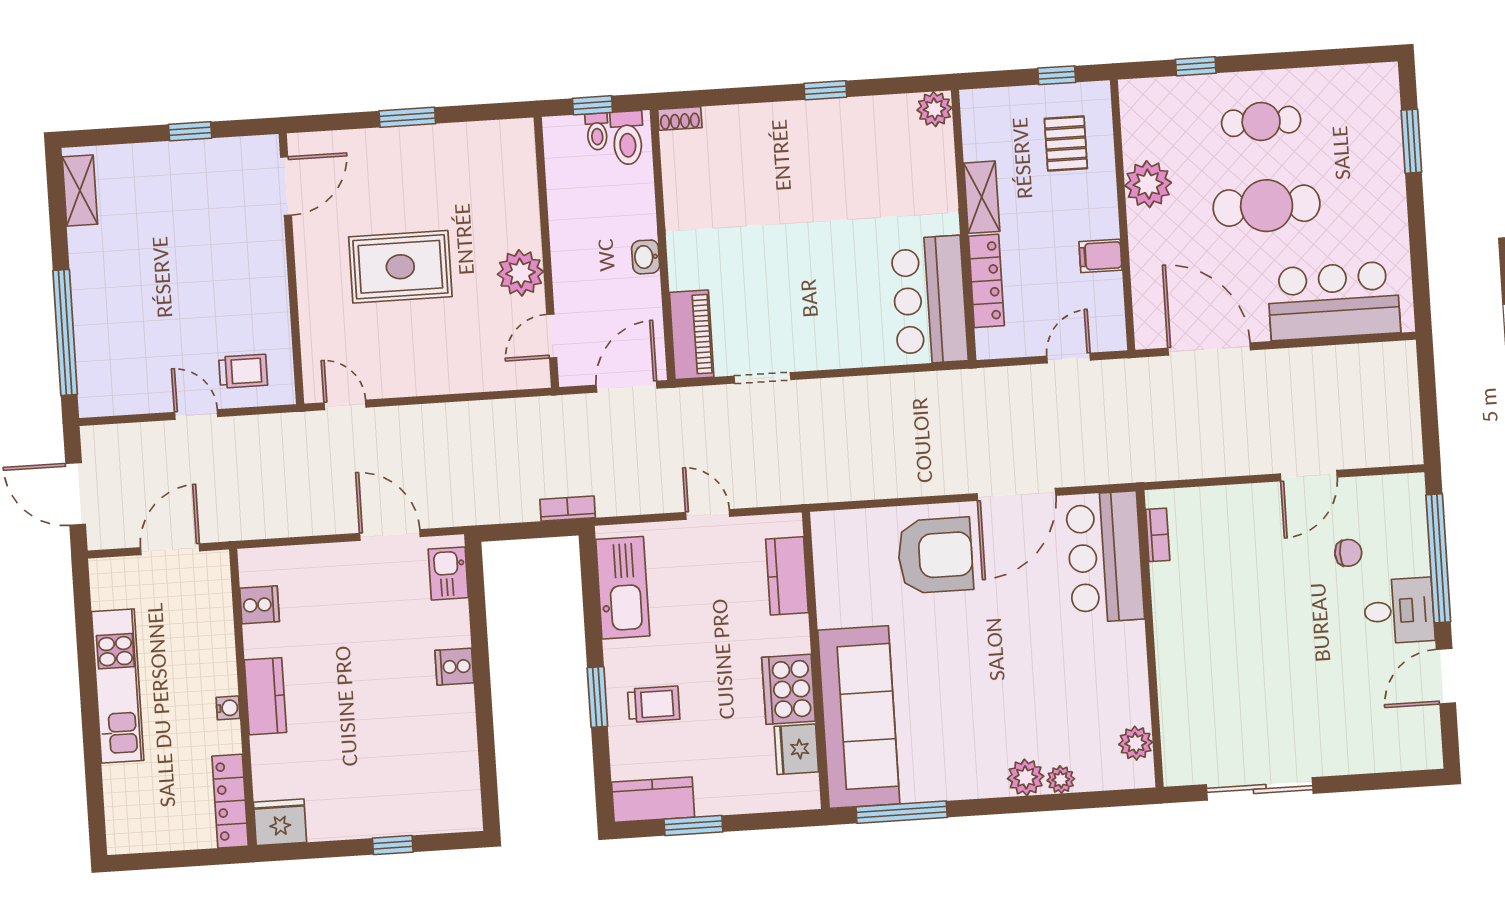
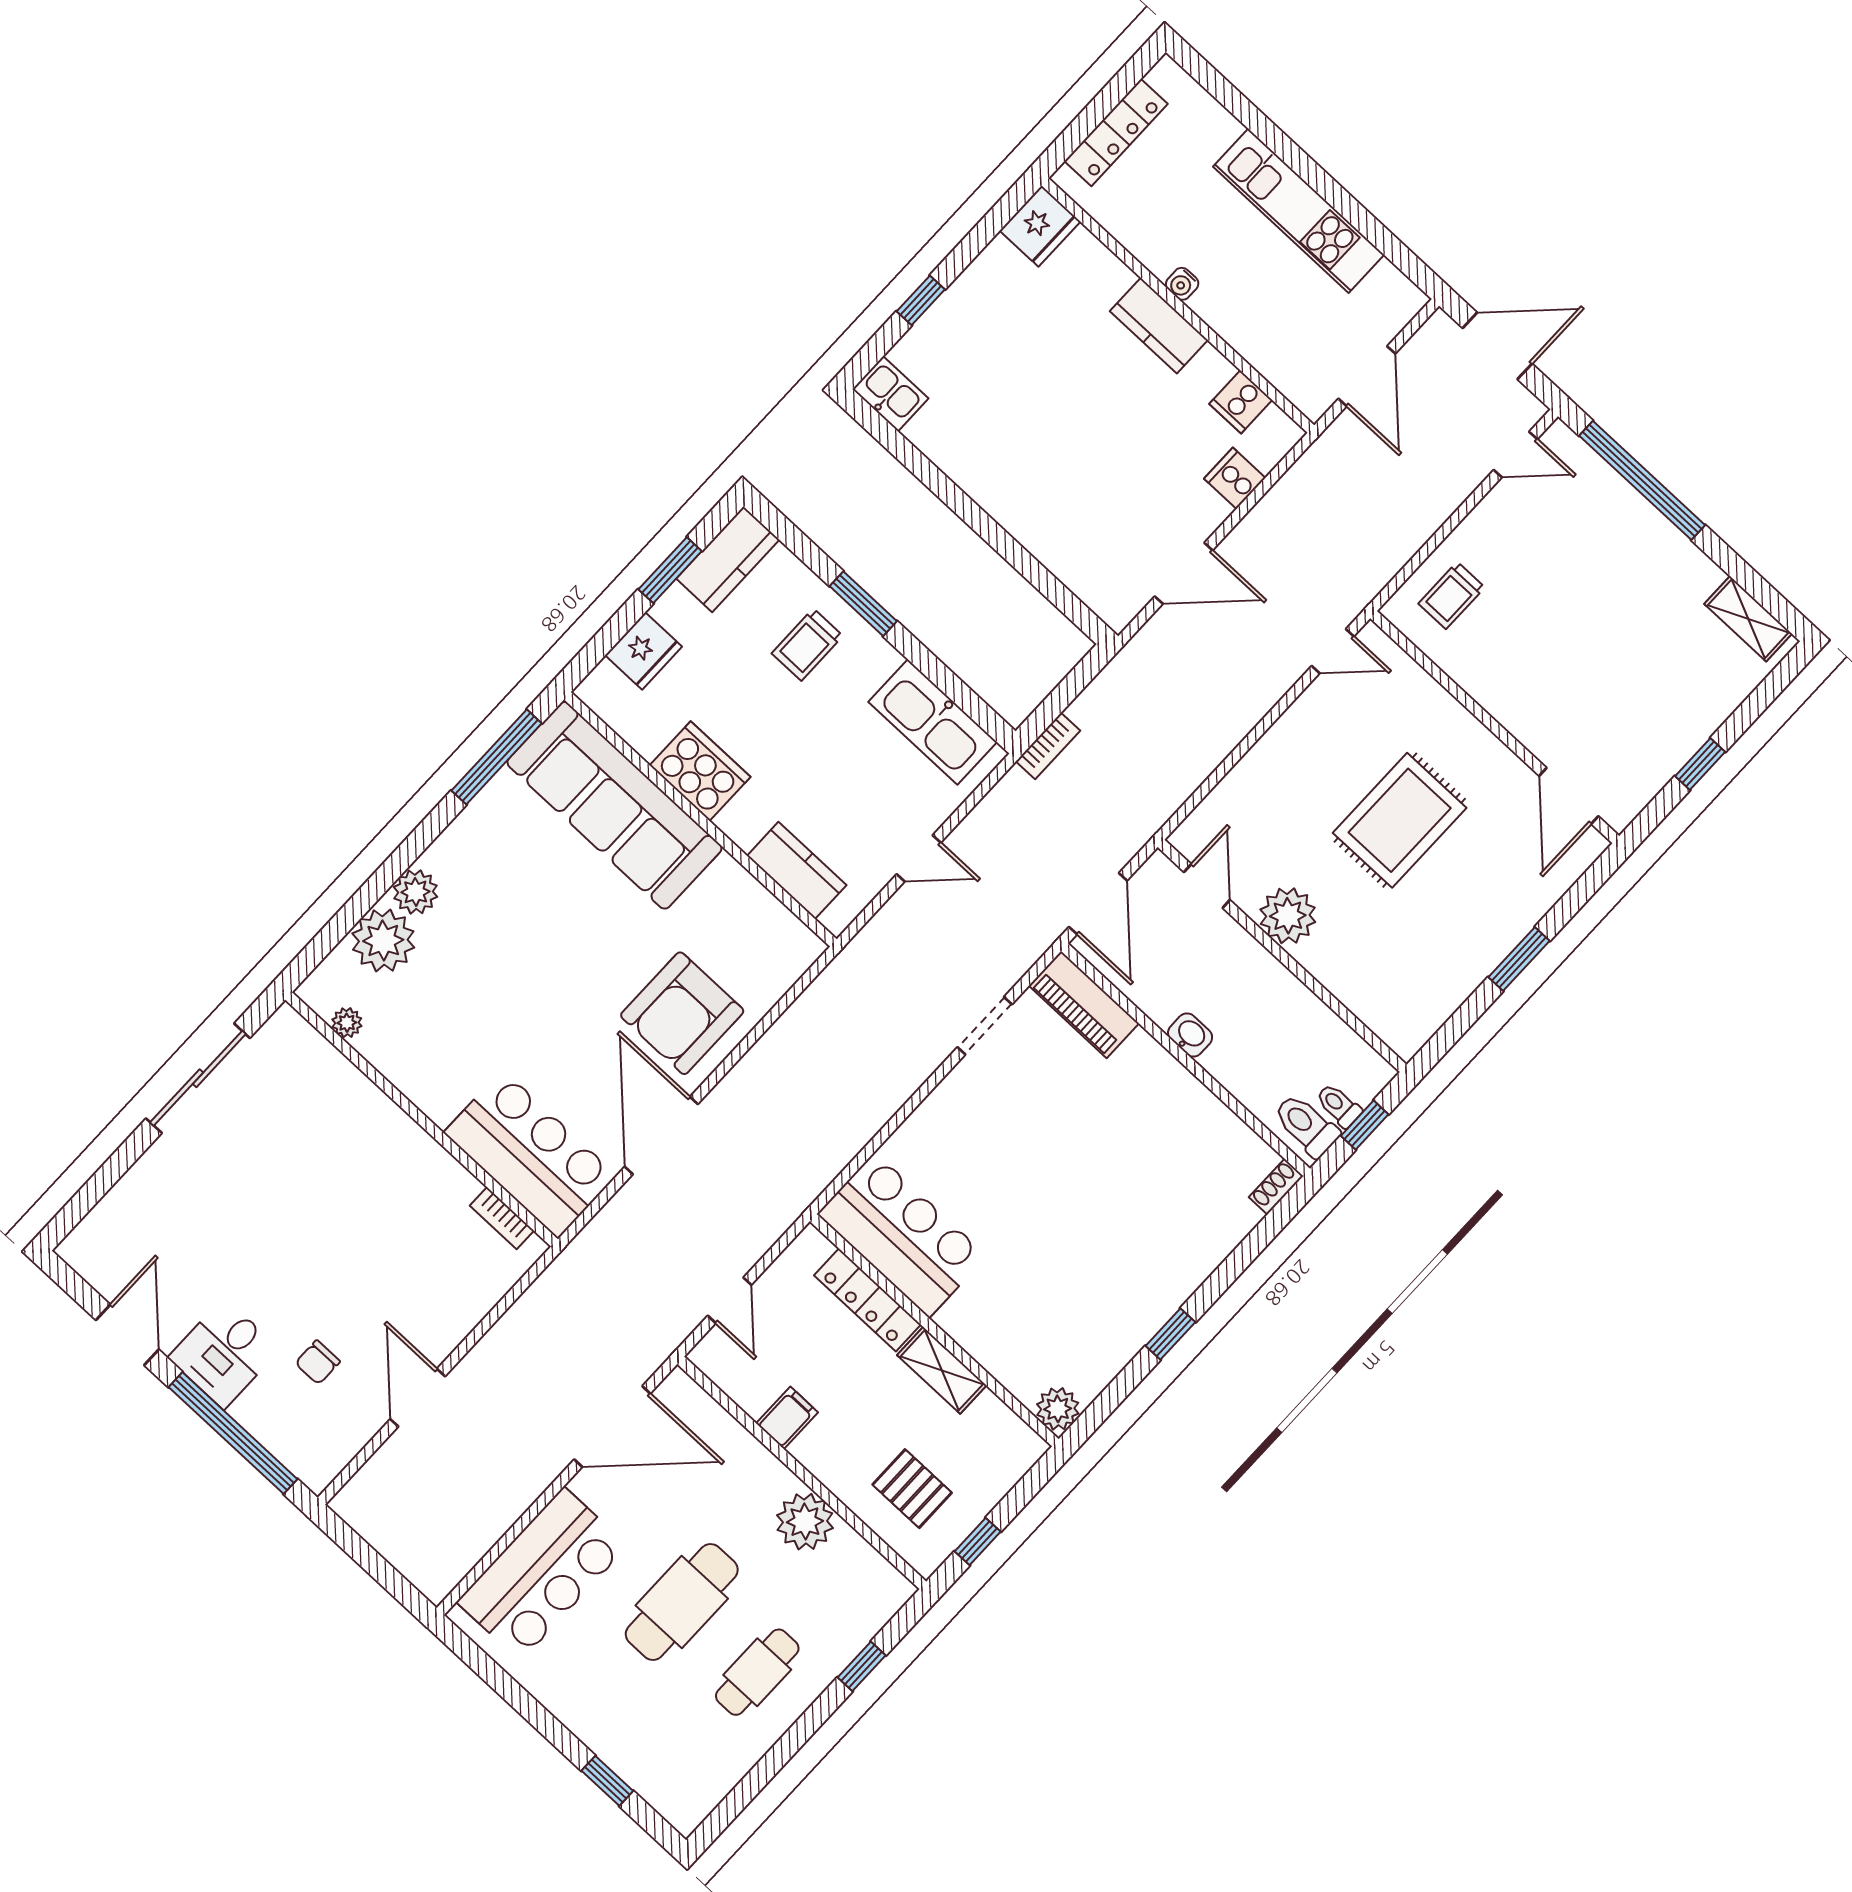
window: (1411, 141) -> (607, 1781), width x0.67
door: (196, 415) -> (1516, 454), moved
kitchen sink: (448, 573) -> (890, 394), moved
cooker: (454, 667) -> (1235, 478), moved, turned -90
plant: (1136, 743) -> (347, 1023), width x0.73, depth x0.73
fridge: (796, 749) -> (644, 651), moved, turned 90
plant: (1061, 780) -> (383, 940), width x1.87, depth x1.87
locker: (230, 801) -> (1116, 132), moved, turned 90

